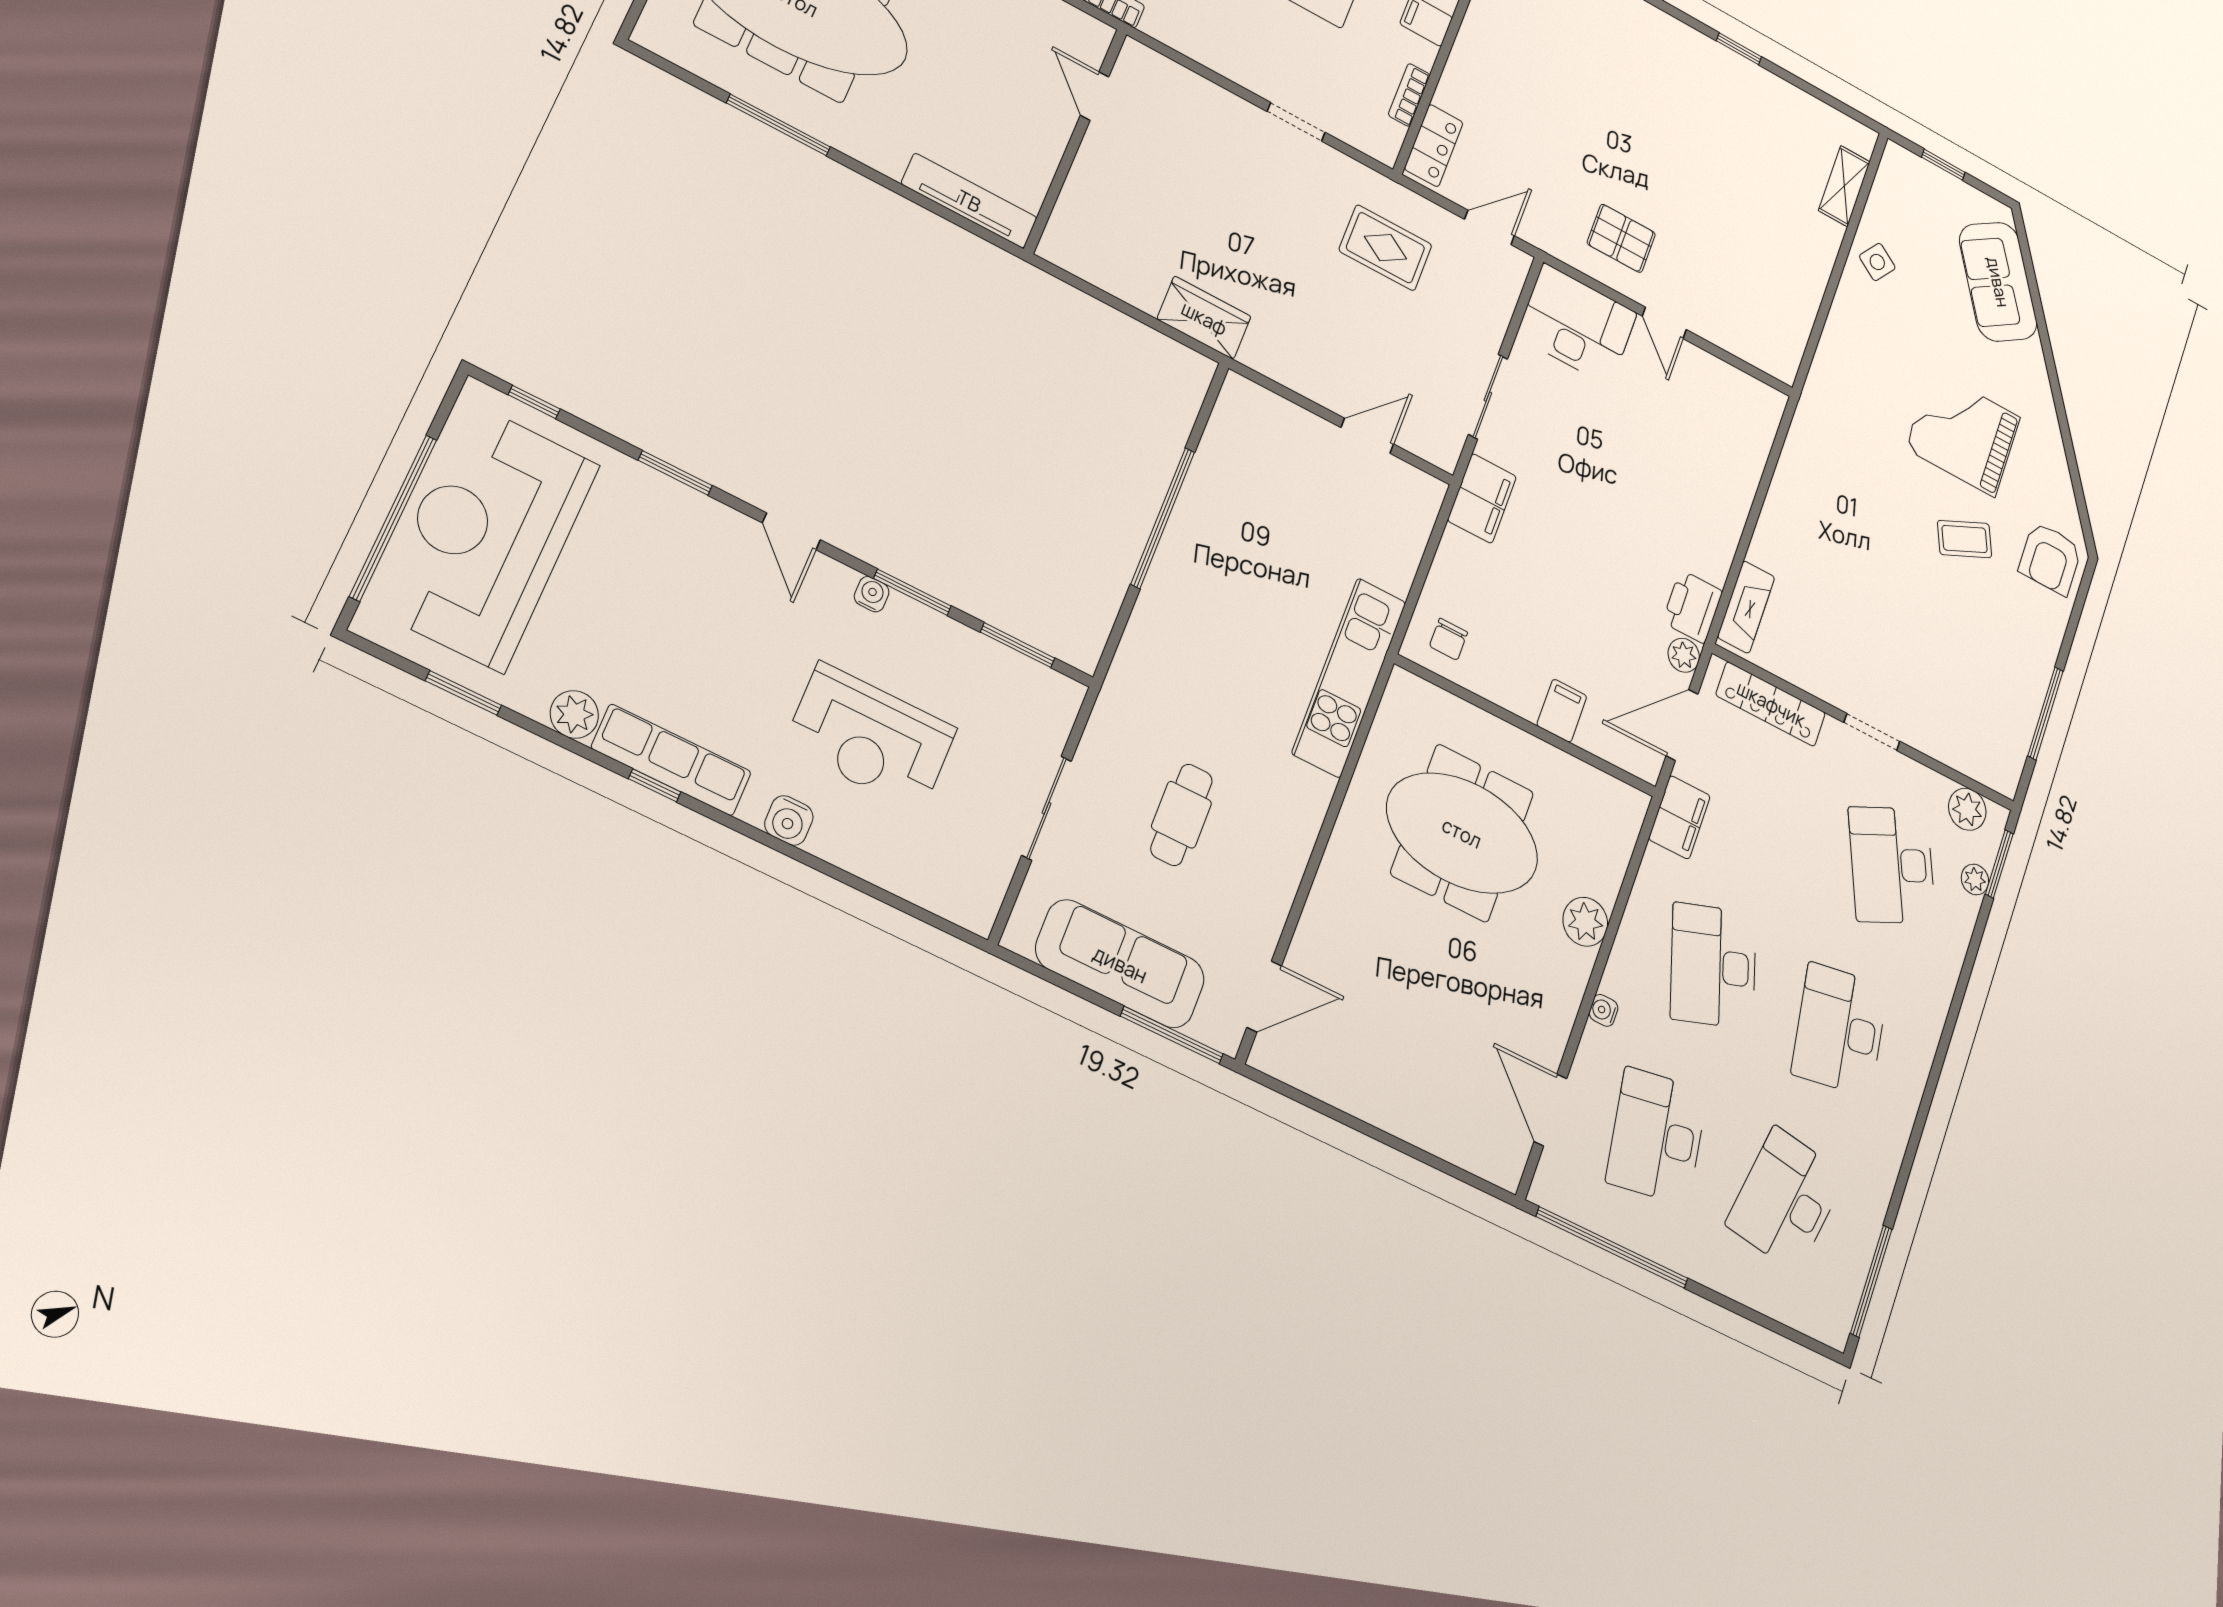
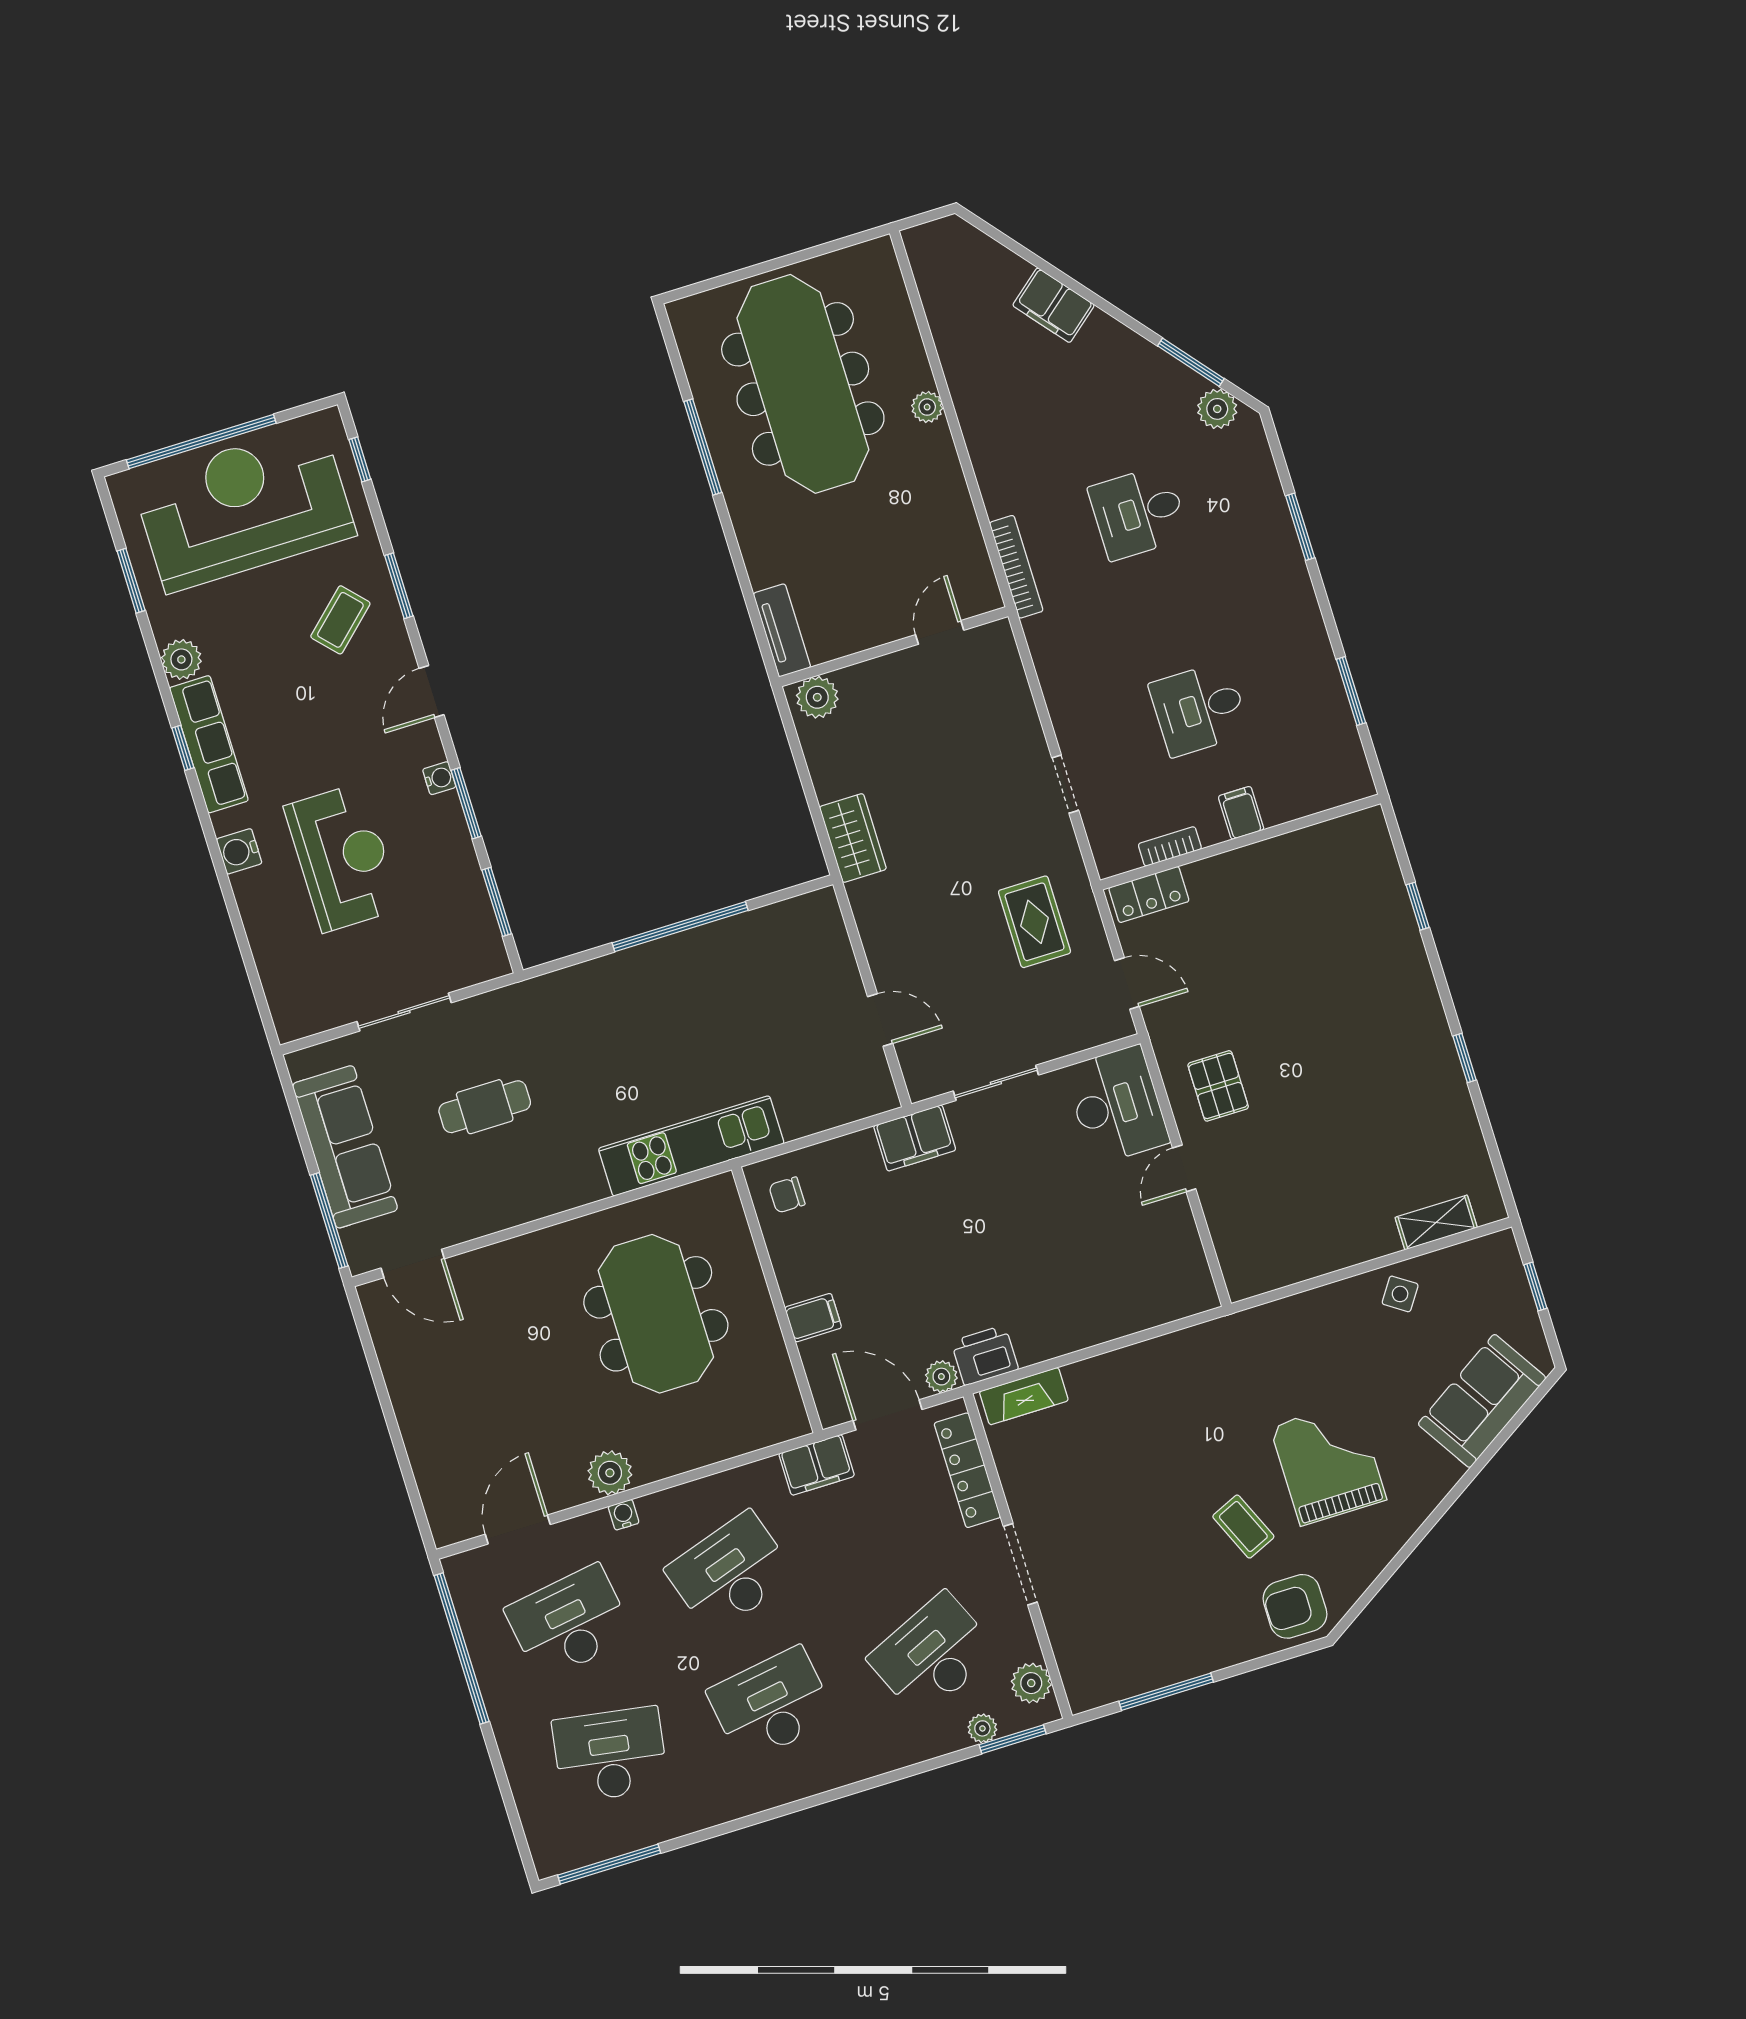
tv unit: (969, 201) -> (782, 630), width x0.71
plant: (1066, 236) -> (817, 697), added
coffee table: (661, 548) -> (340, 620), added
doorway: (1872, 732) -> (1020, 1564), width x1.38
reception desk: (870, 737) -> (343, 858), turned 180
plant: (1585, 922) -> (610, 1473), moved

